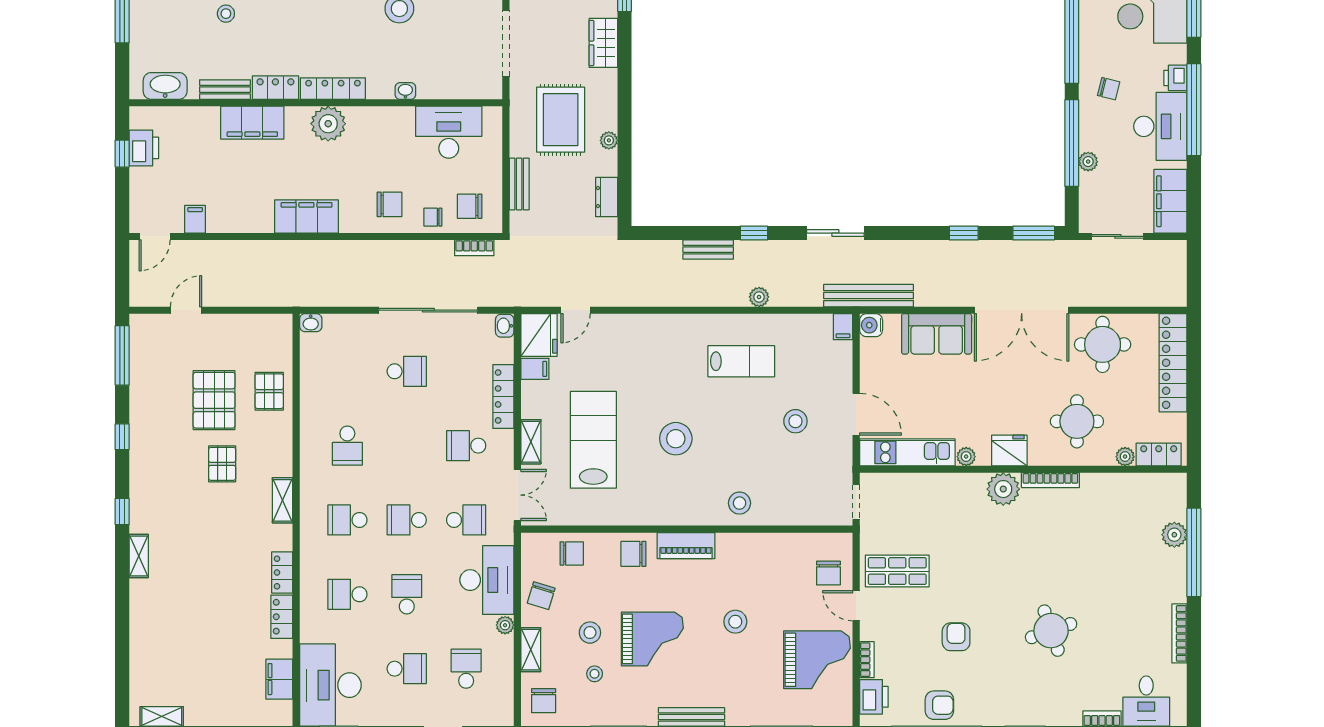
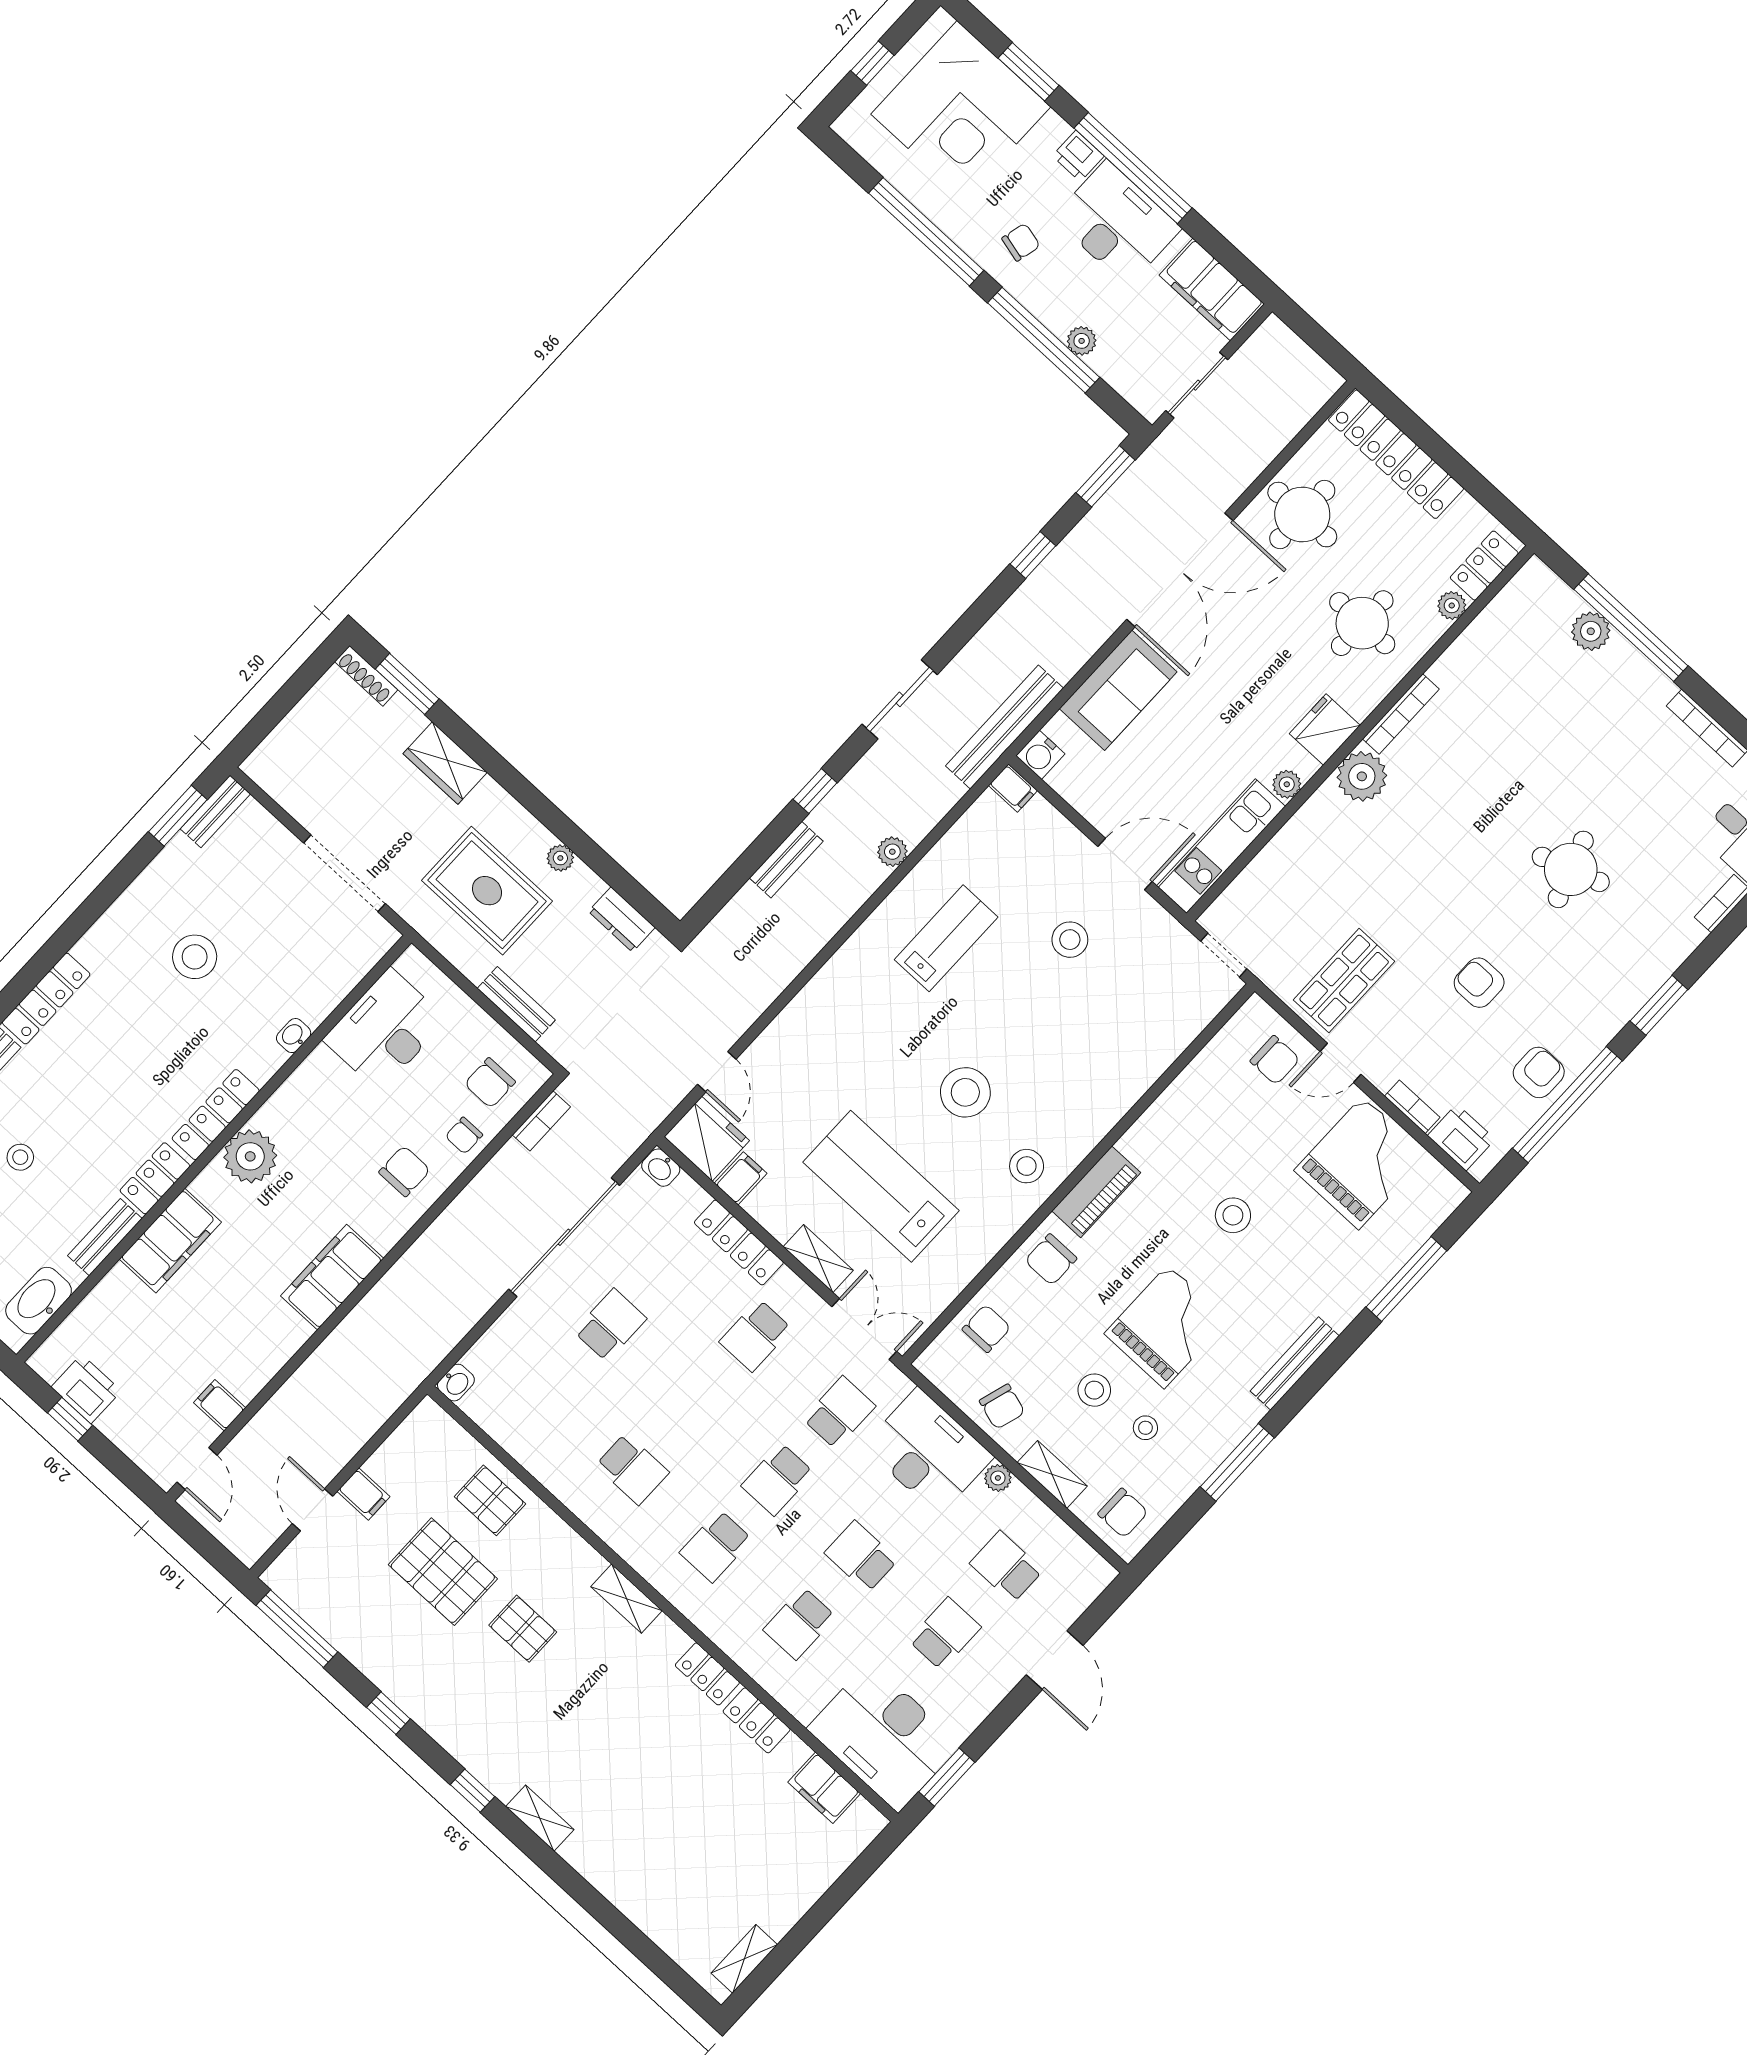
filing cabinet: (216, 328) -> (363, 1494), added
stool: (740, 503) -> (1027, 1166), moved

